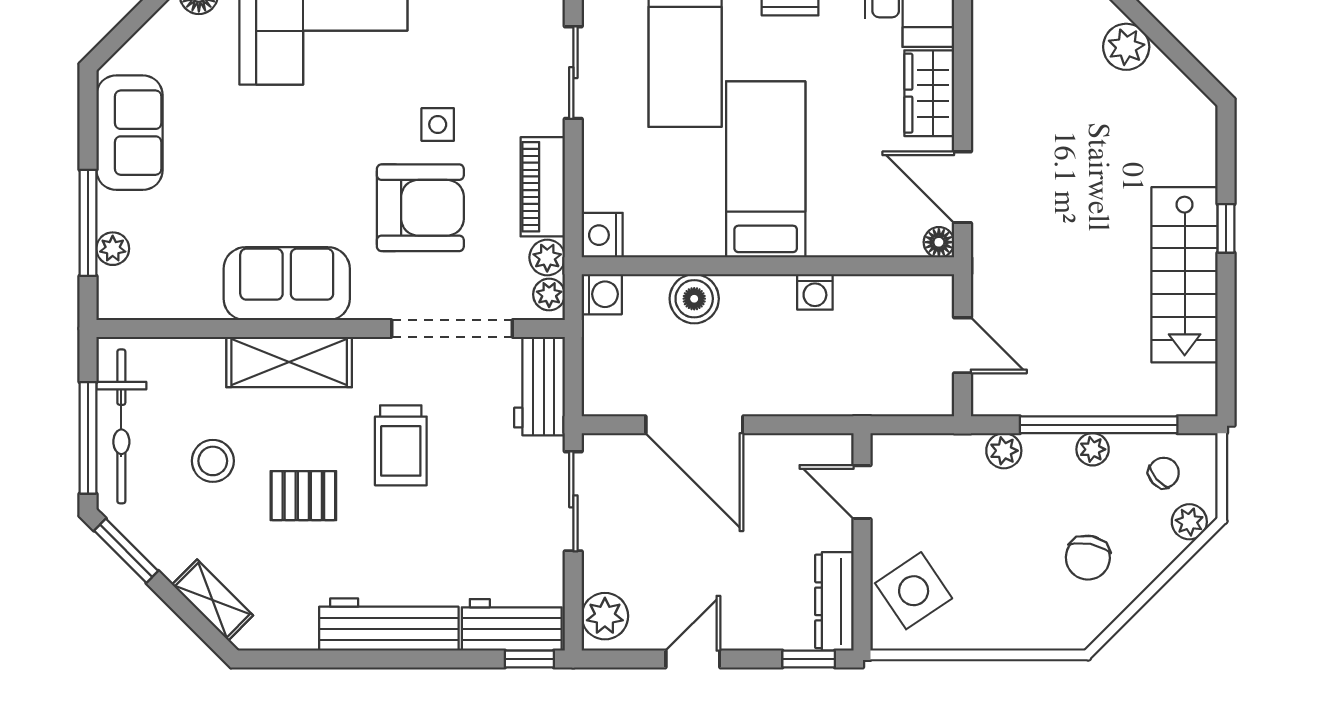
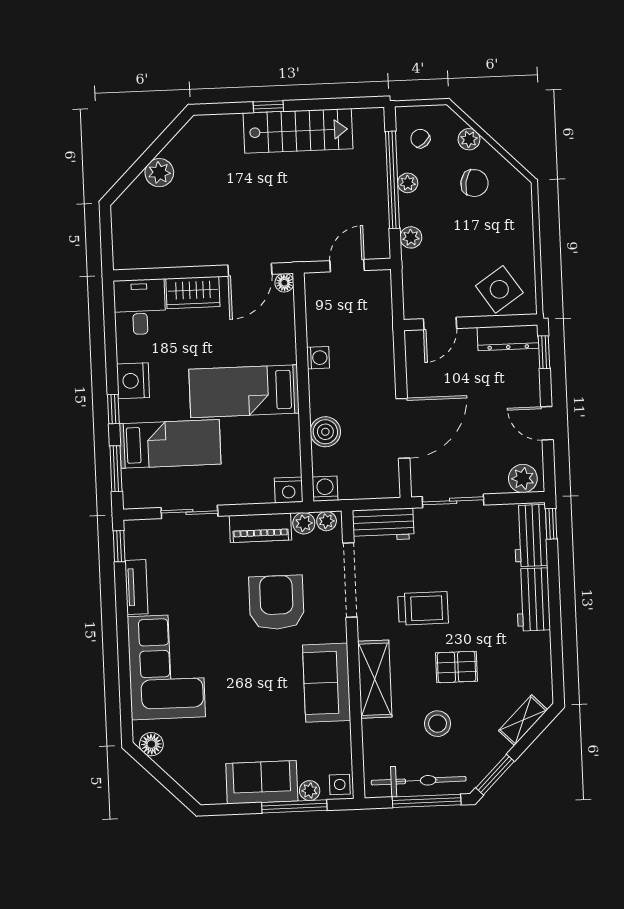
side table: (438, 124) -> (340, 785), moved
sofa: (130, 133) -> (262, 782), moved
pallet: (303, 496) -> (457, 667), turned 90
plant: (1189, 522) -> (469, 139), moved
workbench: (389, 624) -> (533, 599), width x0.73

